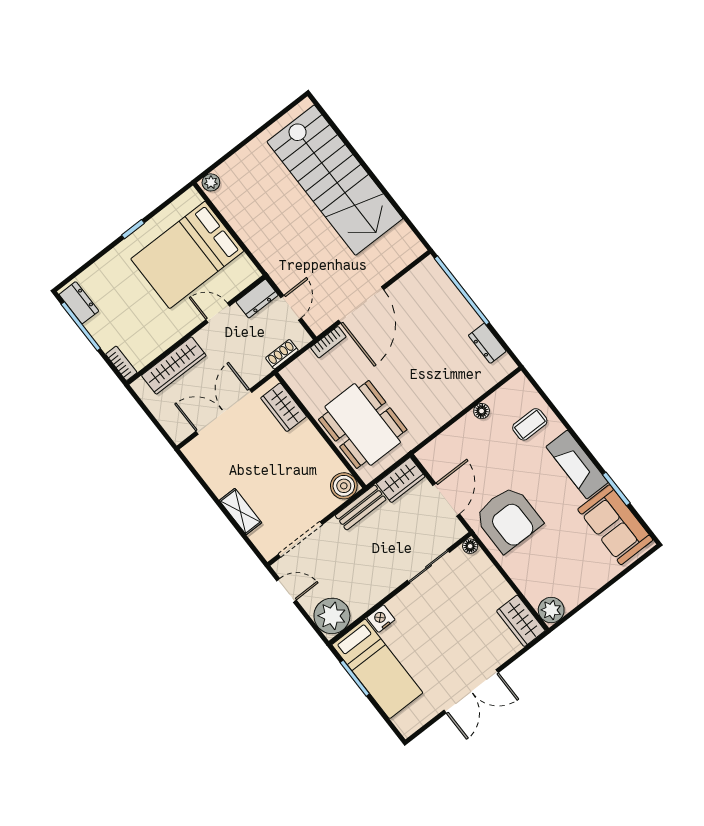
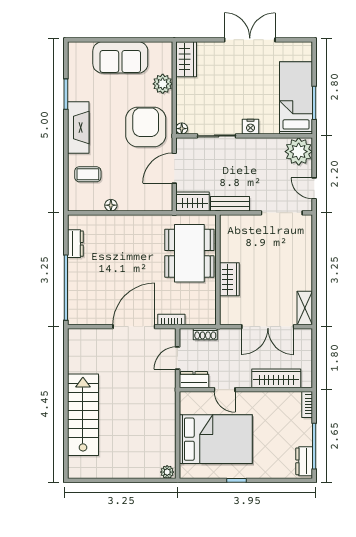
stairs: (335, 180) -> (83, 415), width x0.73, depth x0.66
wardrobe: (284, 407) -> (229, 279), moved
boiler: (344, 486) -> (230, 225), removed
shelving: (241, 512) -> (305, 308), moved
sofa: (615, 525) -> (120, 57), moved, turned 90
plant: (551, 610) -> (163, 84), moved
nightstand: (381, 619) -> (251, 127), moved

